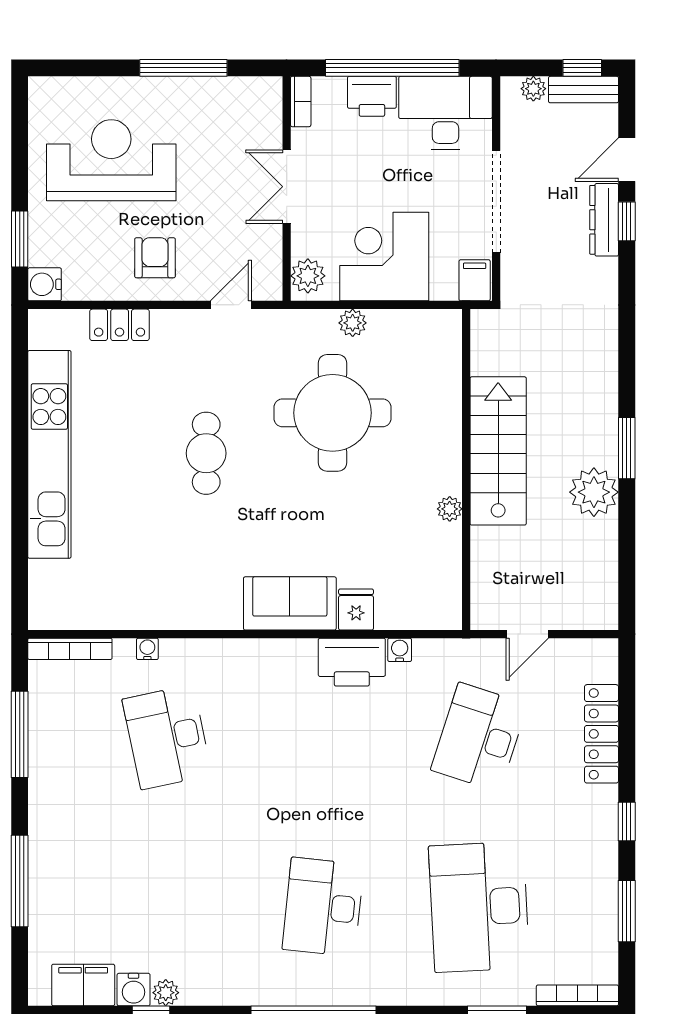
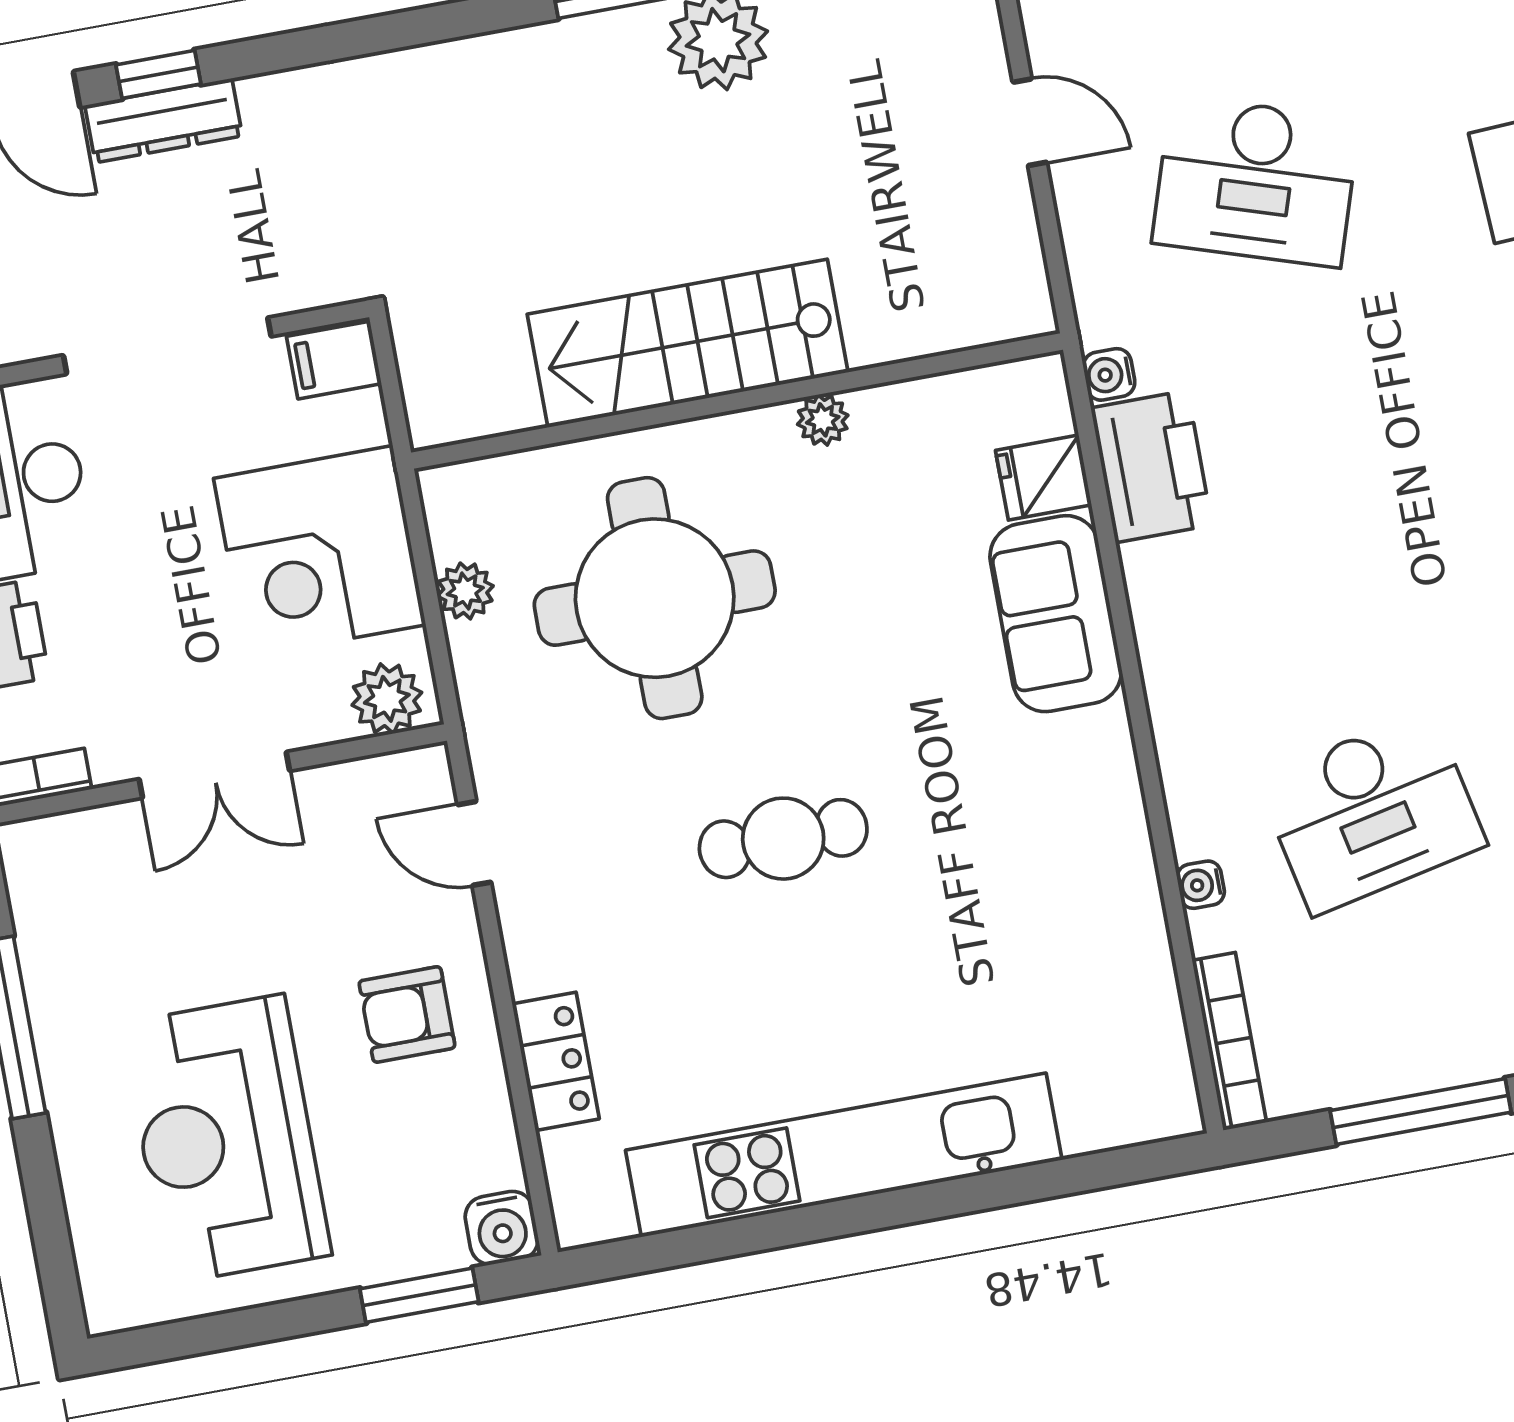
stairs: (498, 451) -> (688, 343), moved
wall: (466, 470) -> (737, 401), moved
plant: (450, 509) -> (823, 420), moved

